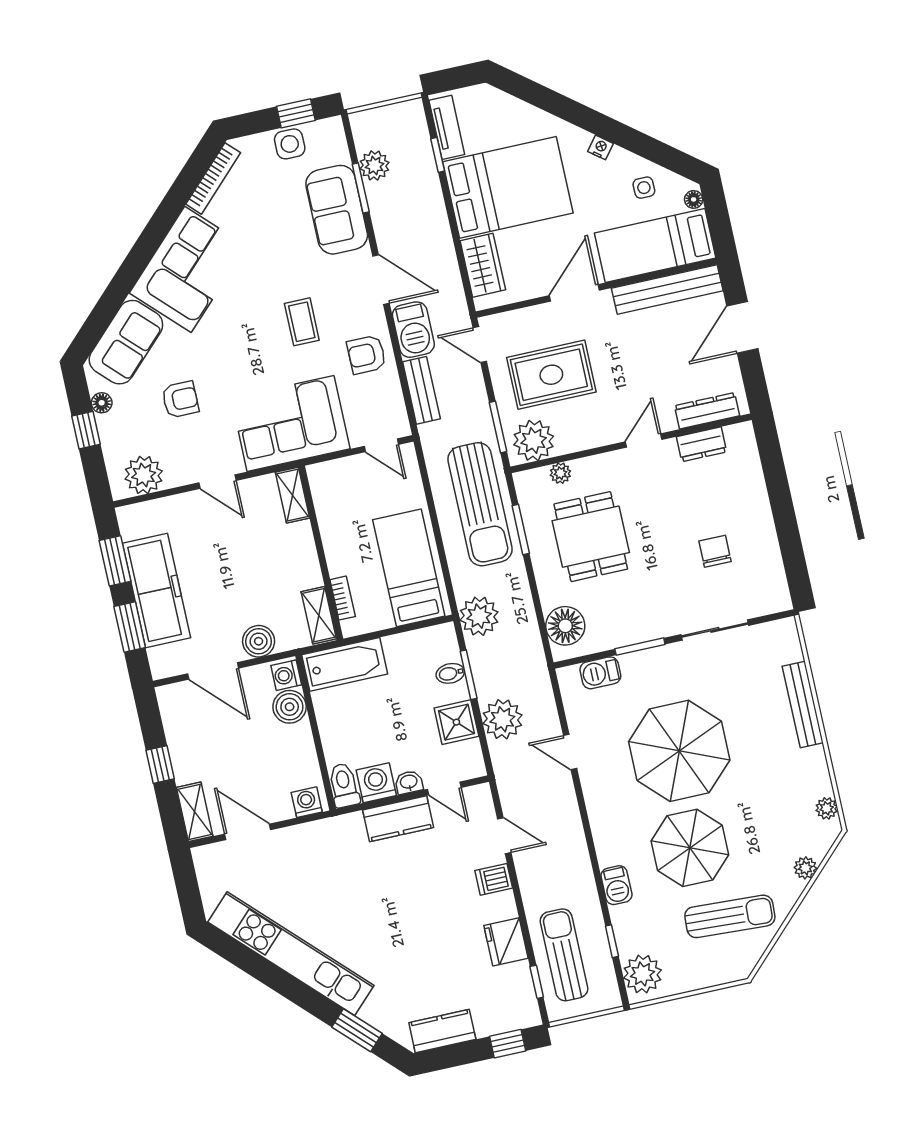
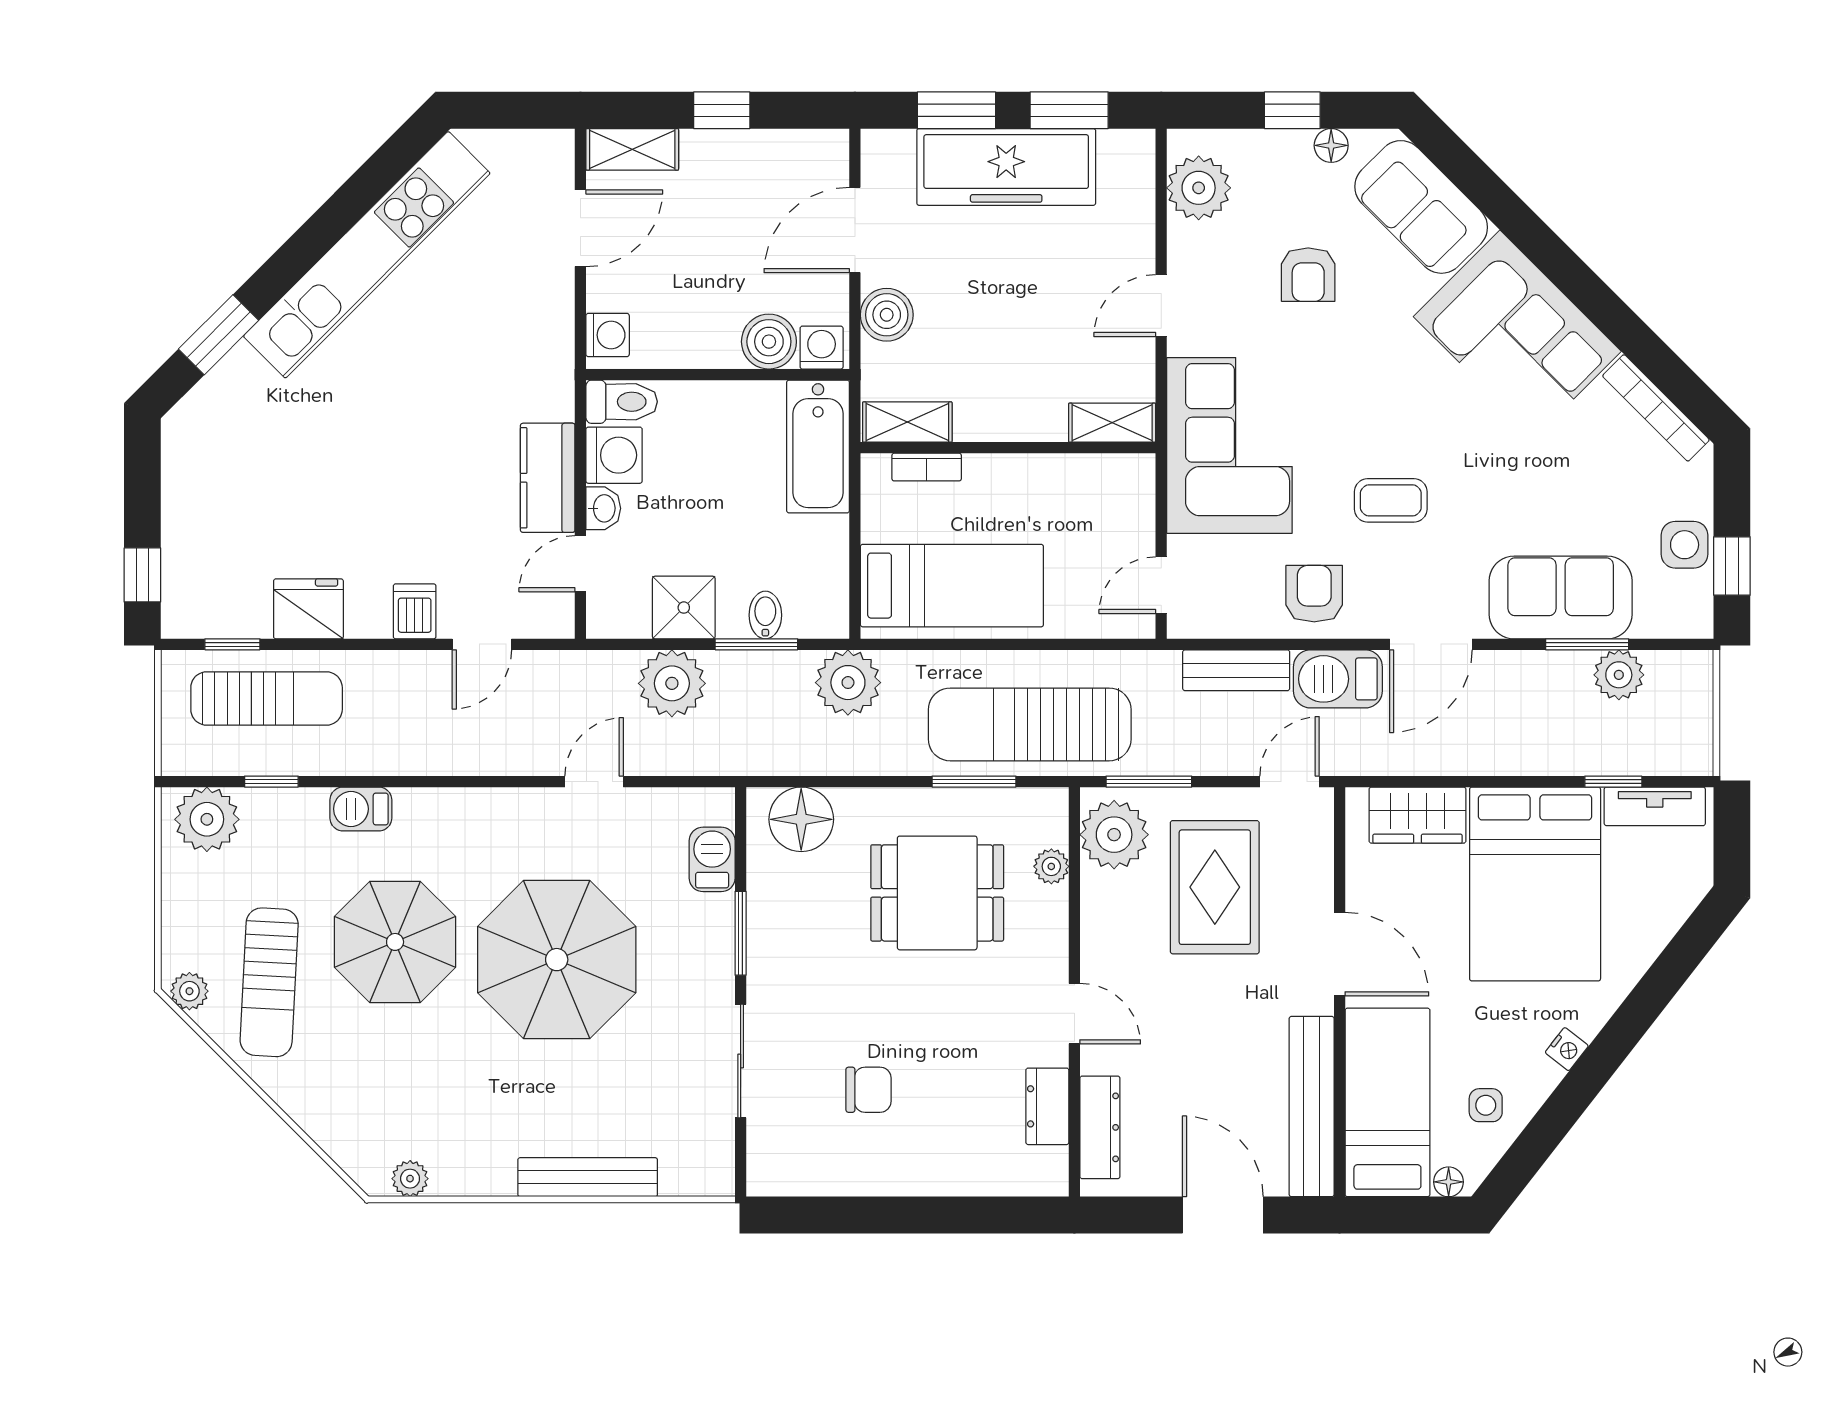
plant: (805, 868) -> (189, 991), moved
kitchen counter: (442, 1031) -> (186, 473), removed

